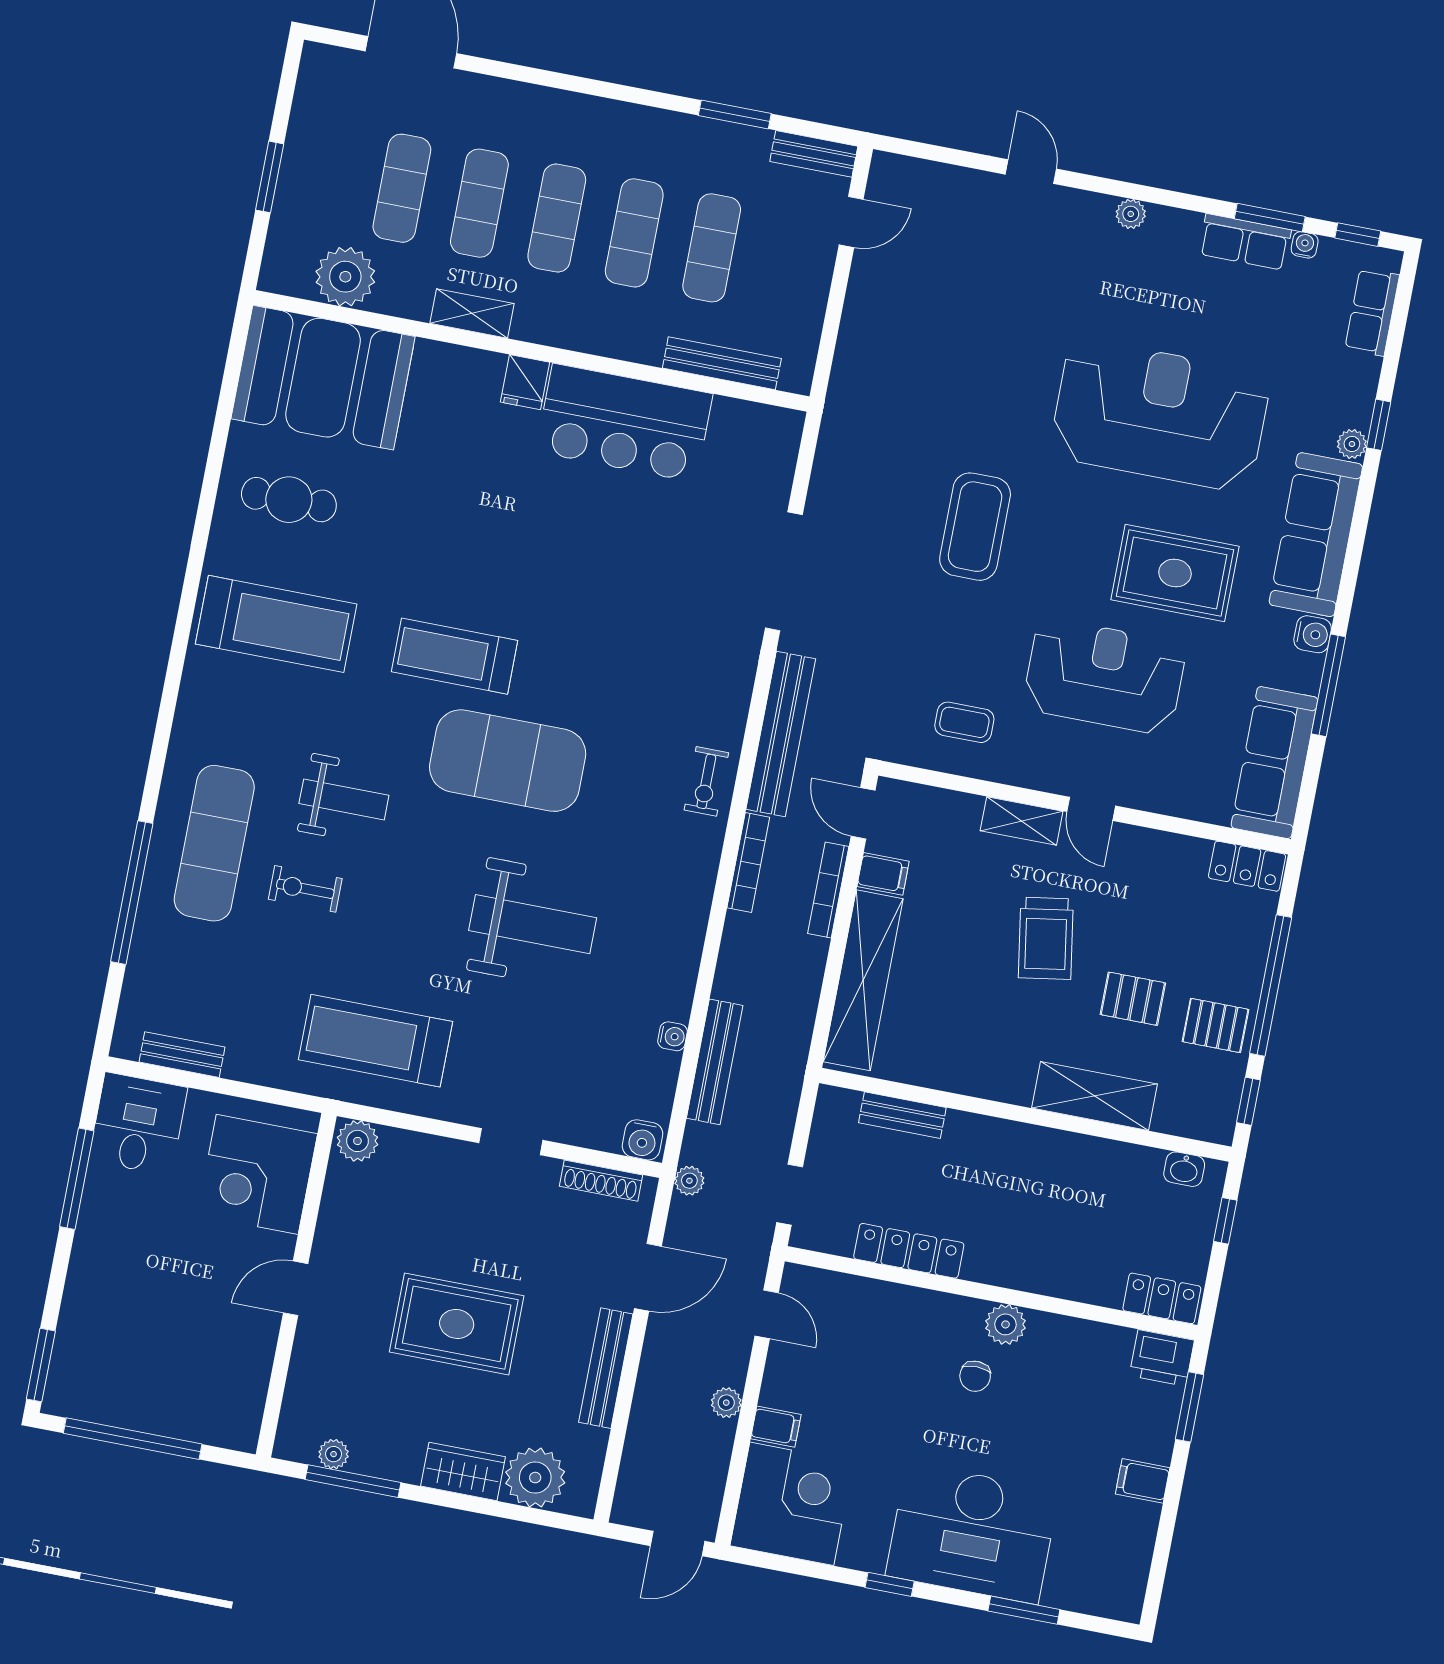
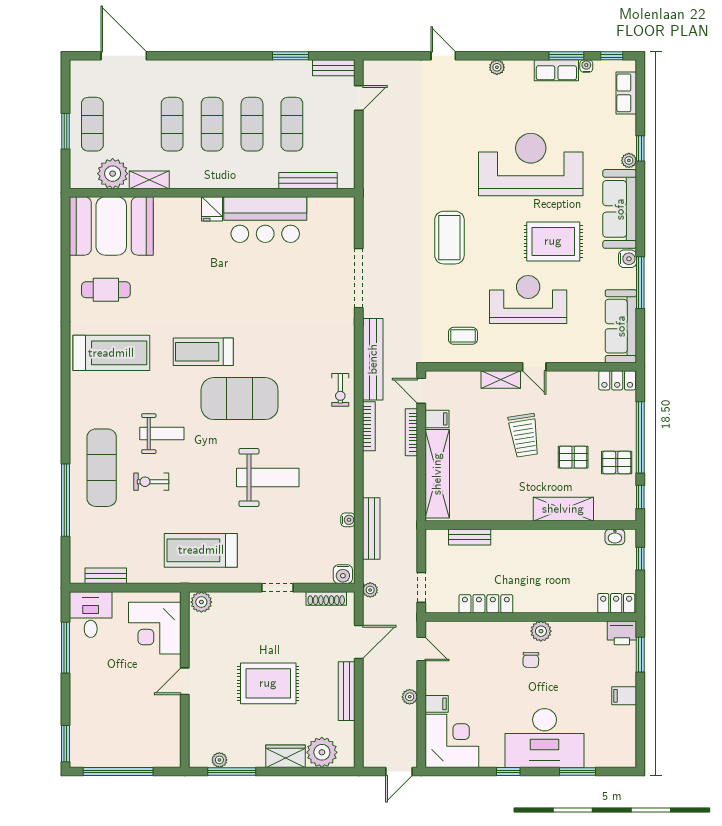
exercise mat: (402, 188) -> (92, 124), moved
shelving: (472, 313) -> (149, 180), moved

